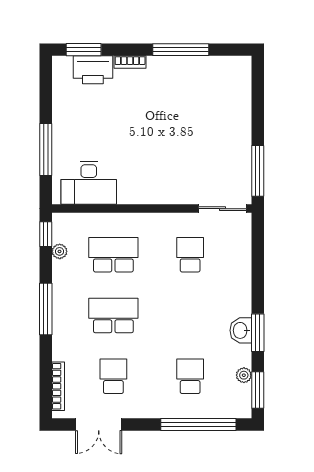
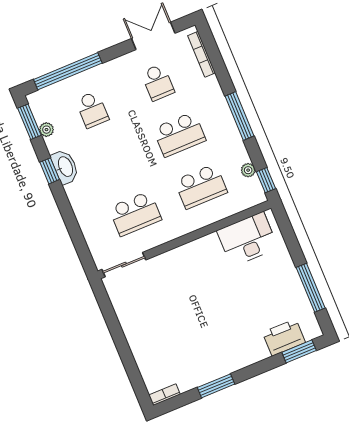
window: (181, 50) -> (216, 386), width x0.69
bookcase: (130, 62) -> (164, 395), moved
window: (46, 150) -> (311, 288), moved
window: (258, 171) -> (107, 309), removed
school desk: (190, 255) -> (135, 214), width x1.85
washbasin: (241, 330) -> (65, 167), width x1.38
window: (258, 333) -> (50, 171), width x0.67

